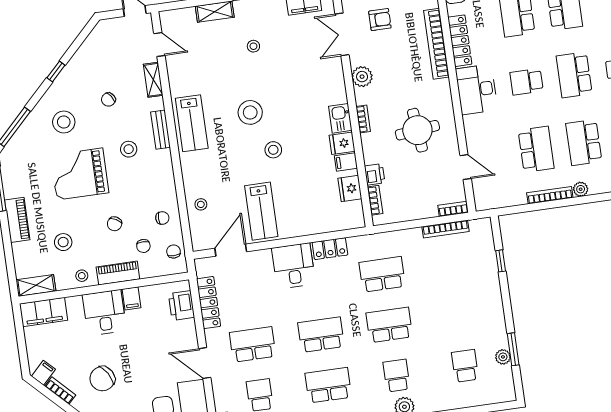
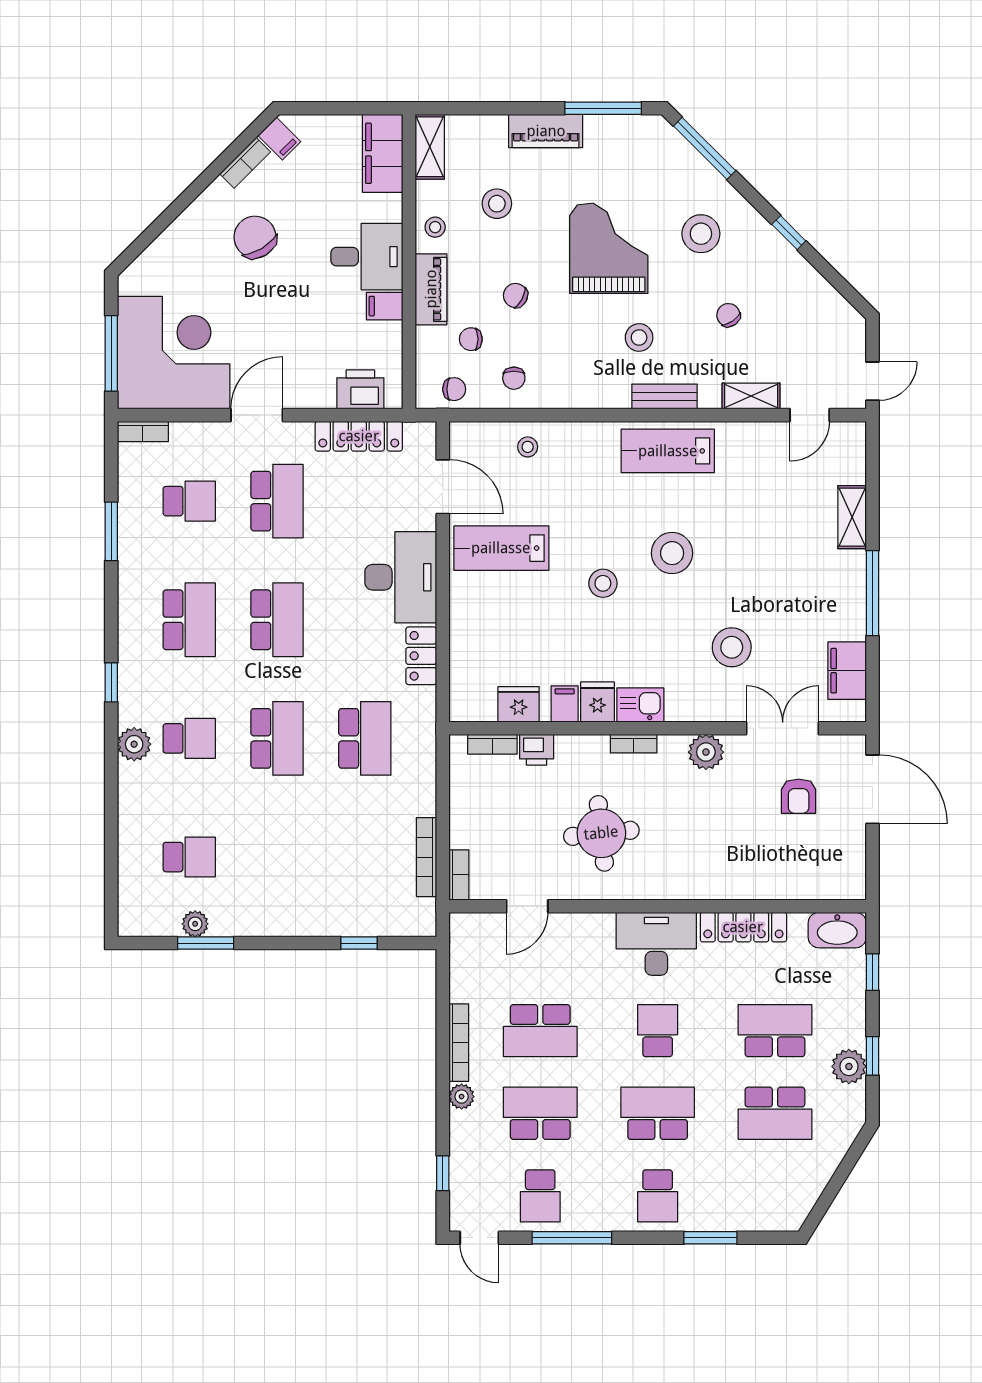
bookcase: (436, 44) -> (744, 886), removed
stool: (253, 46) -> (732, 647), moved, width x1.89, depth x1.89
desk: (293, 266) -> (401, 577), width x1.37

